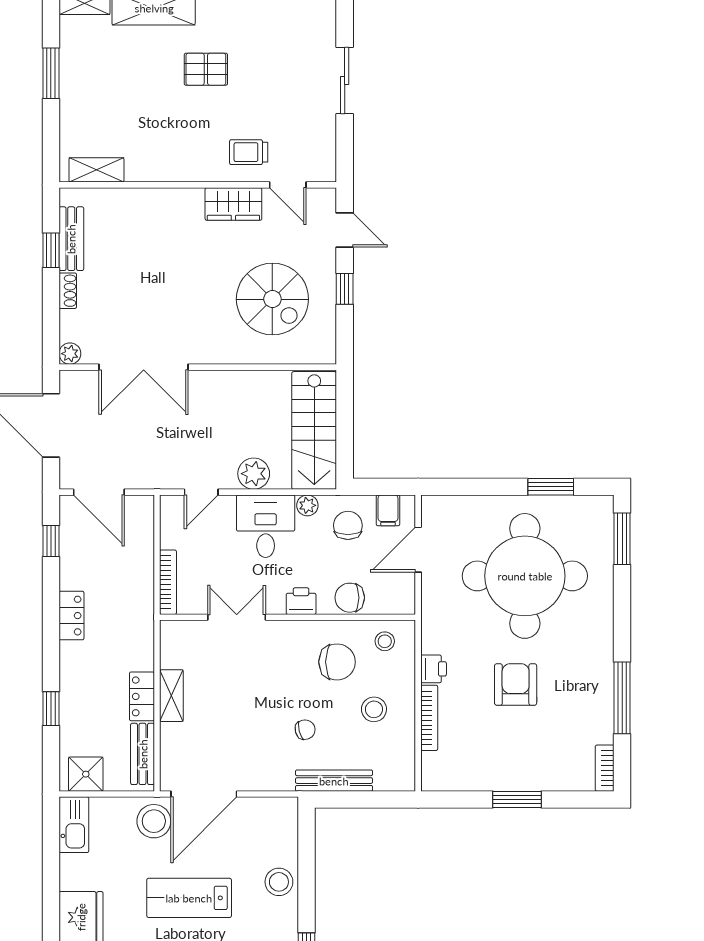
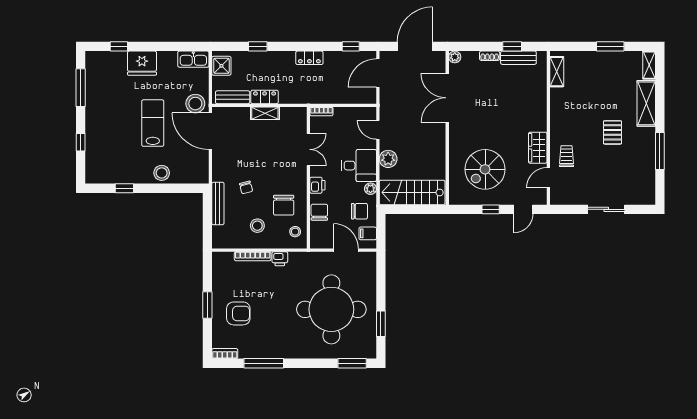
bookcase: (168, 582) -> (321, 111), width x0.64
armchair: (516, 684) -> (238, 313), moved

